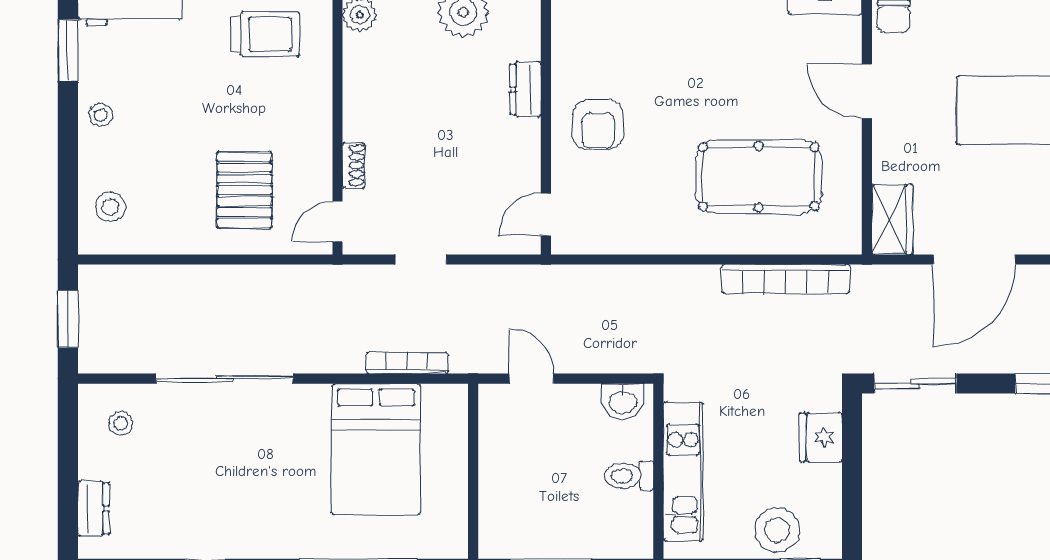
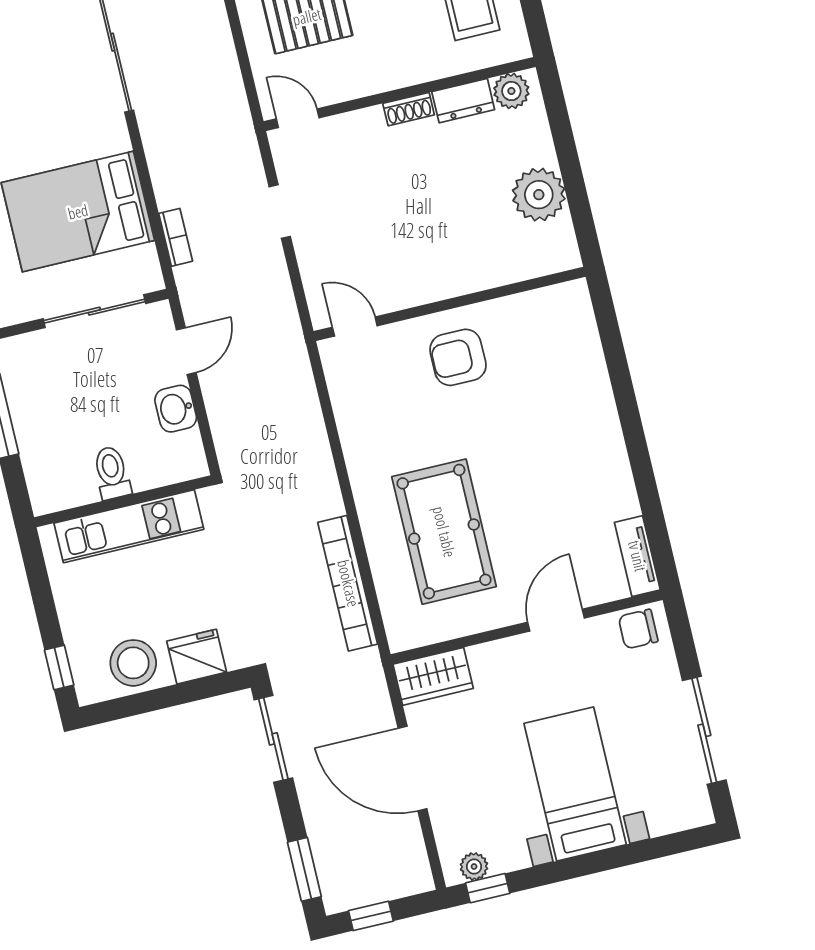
dresser: (525, 89) -> (463, 101), moved, turned 180
shoe rack: (354, 165) -> (409, 109), moved
bookcase: (407, 363) -> (176, 237), width x0.64
washbasin: (623, 401) -> (176, 409), moved
sliding door: (473, 456) -> (94, 311), added
stool: (777, 530) -> (133, 663), moved

